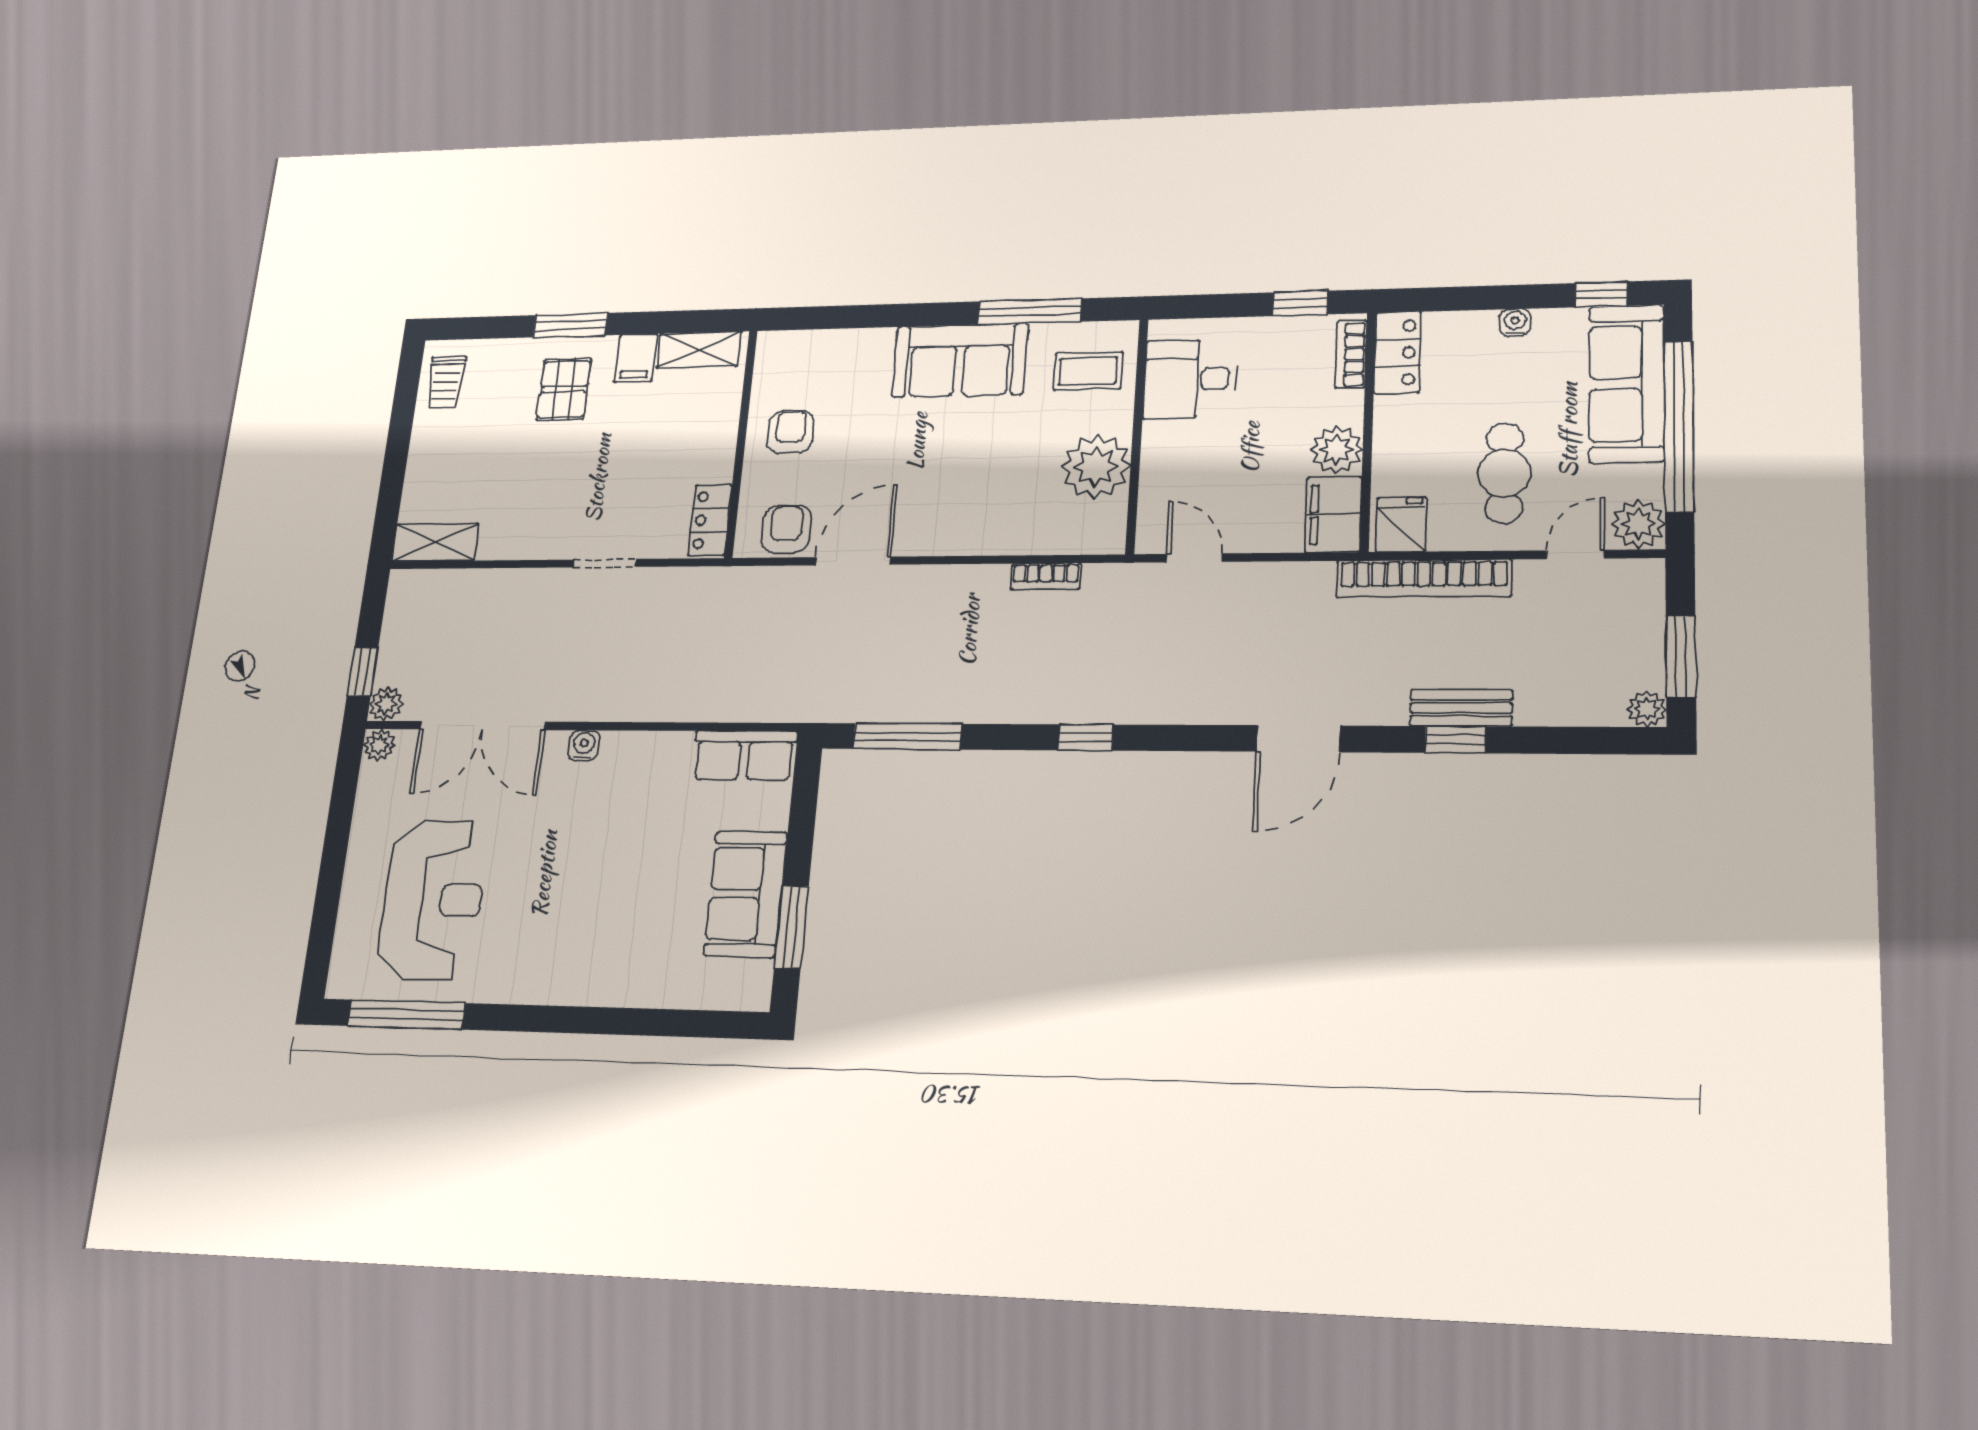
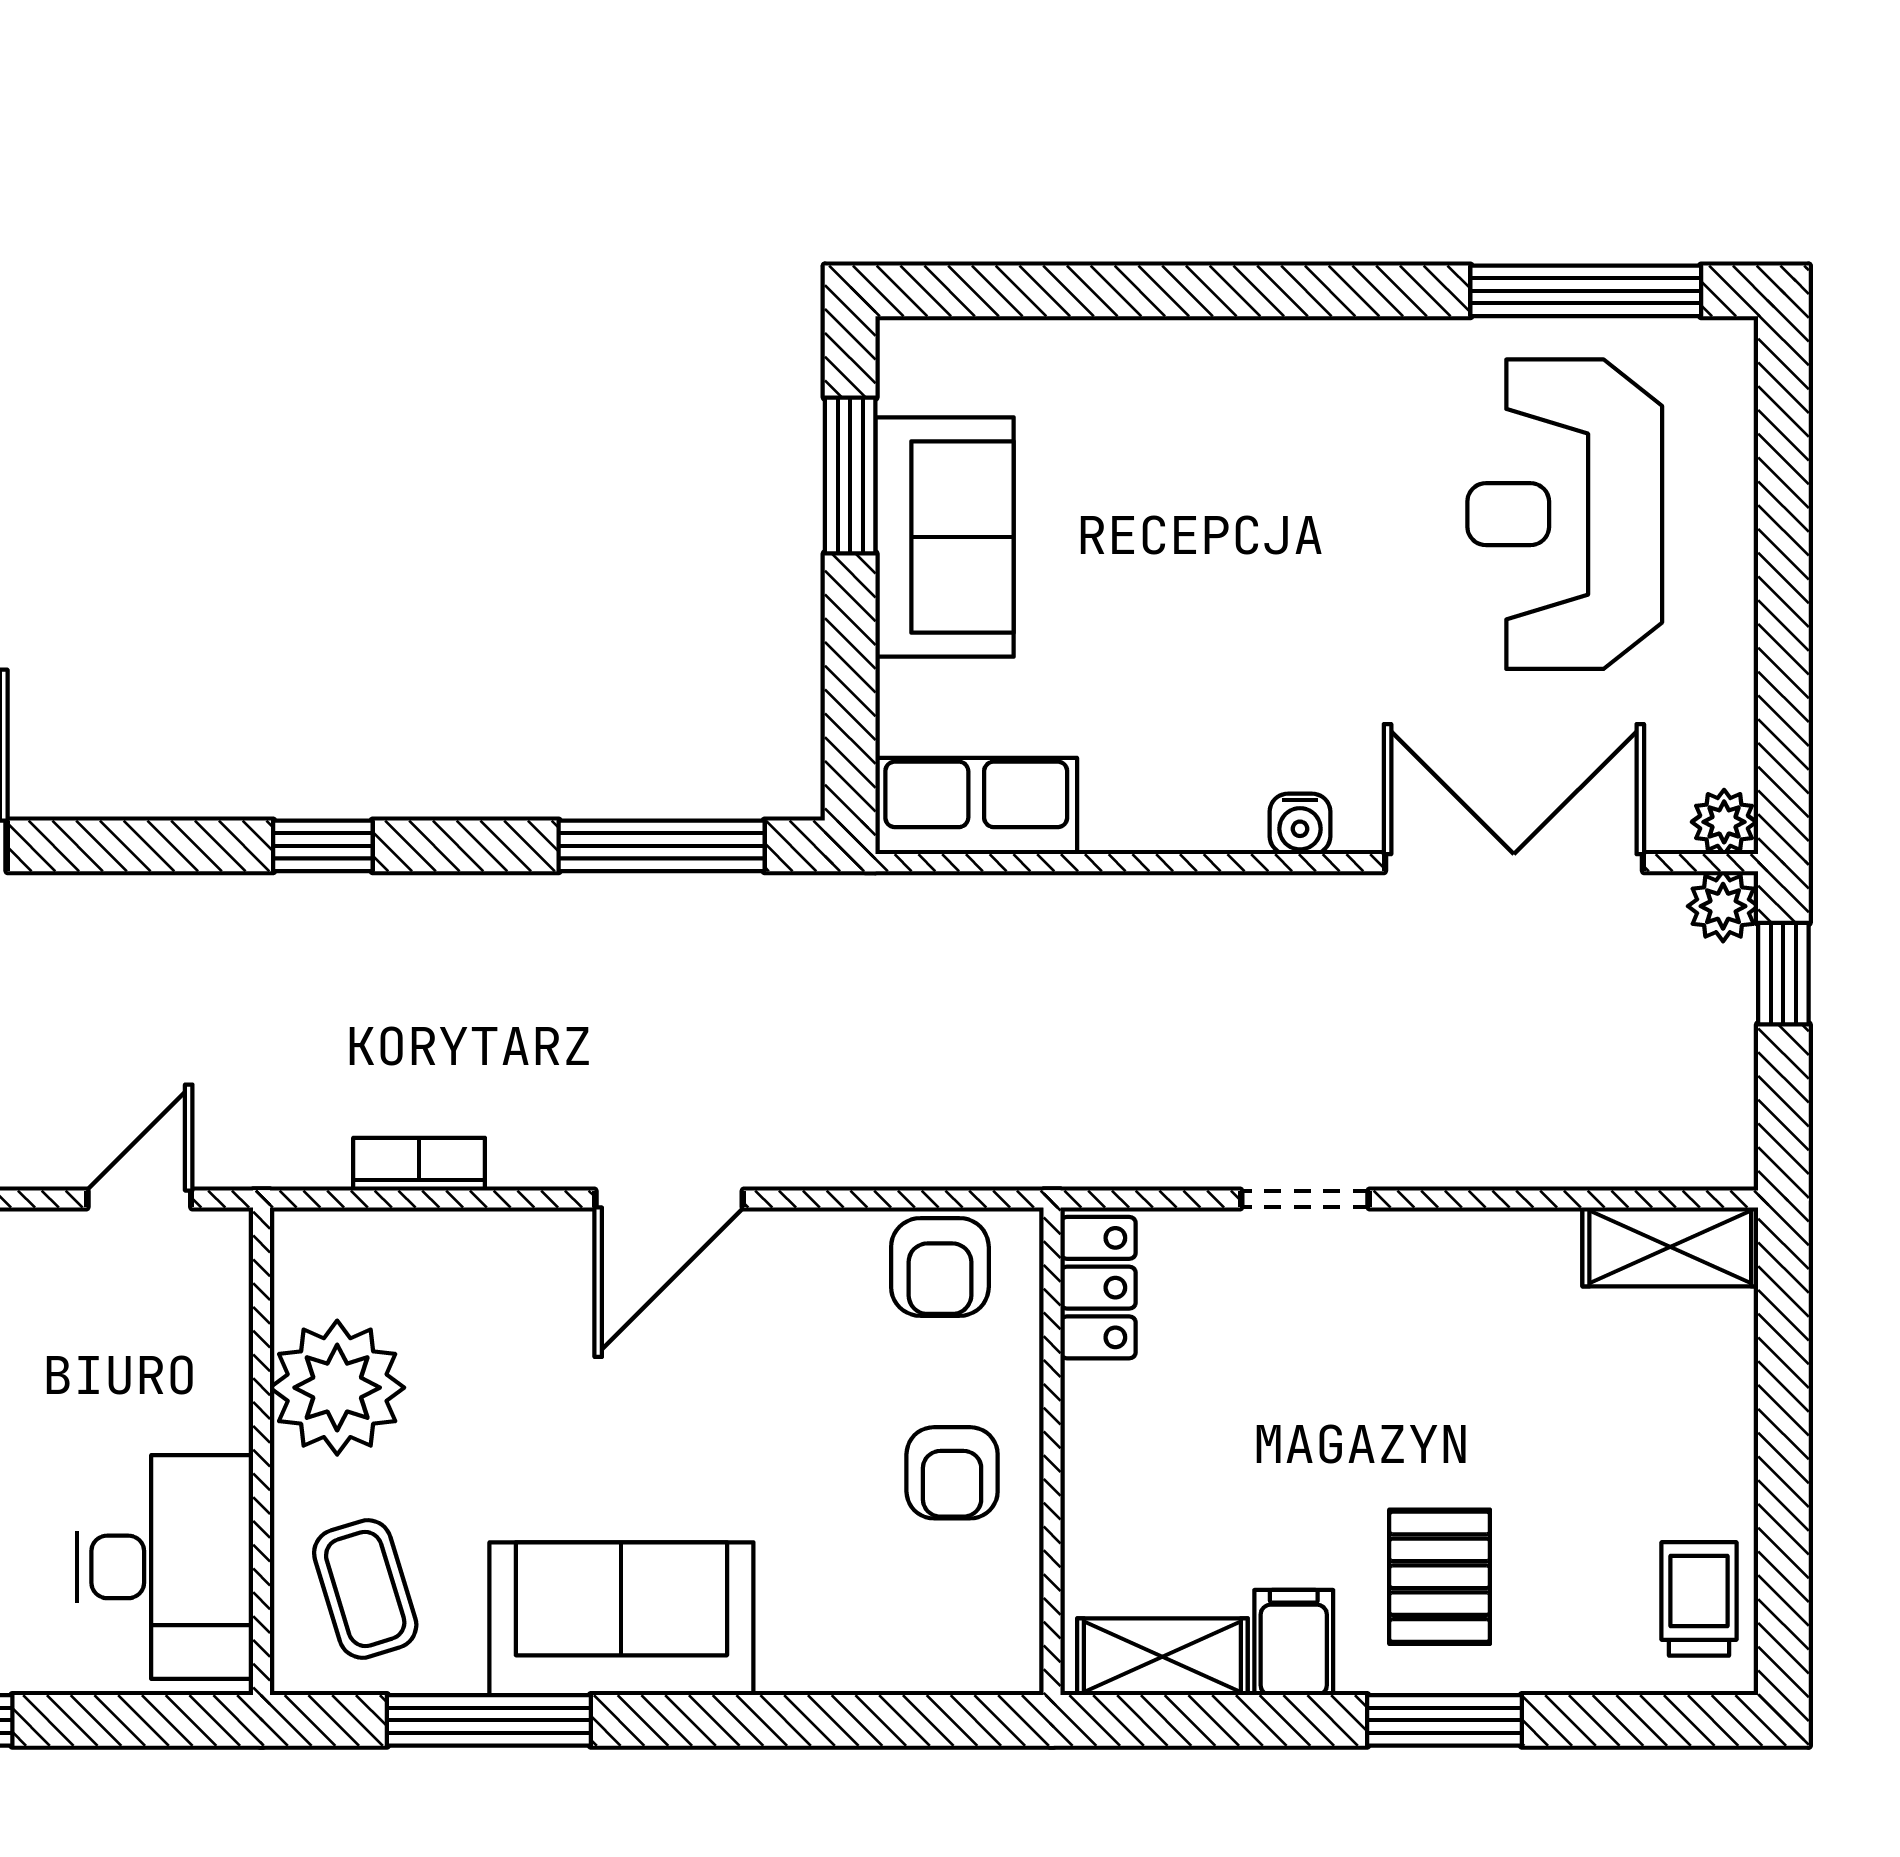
coffee table: (1088, 371) -> (365, 1589), turned 73
desk: (1190, 379) -> (165, 1567), width x1.37
door: (1194, 558) -> (139, 1199), swing flipped
door: (853, 561) -> (669, 1199), moved

